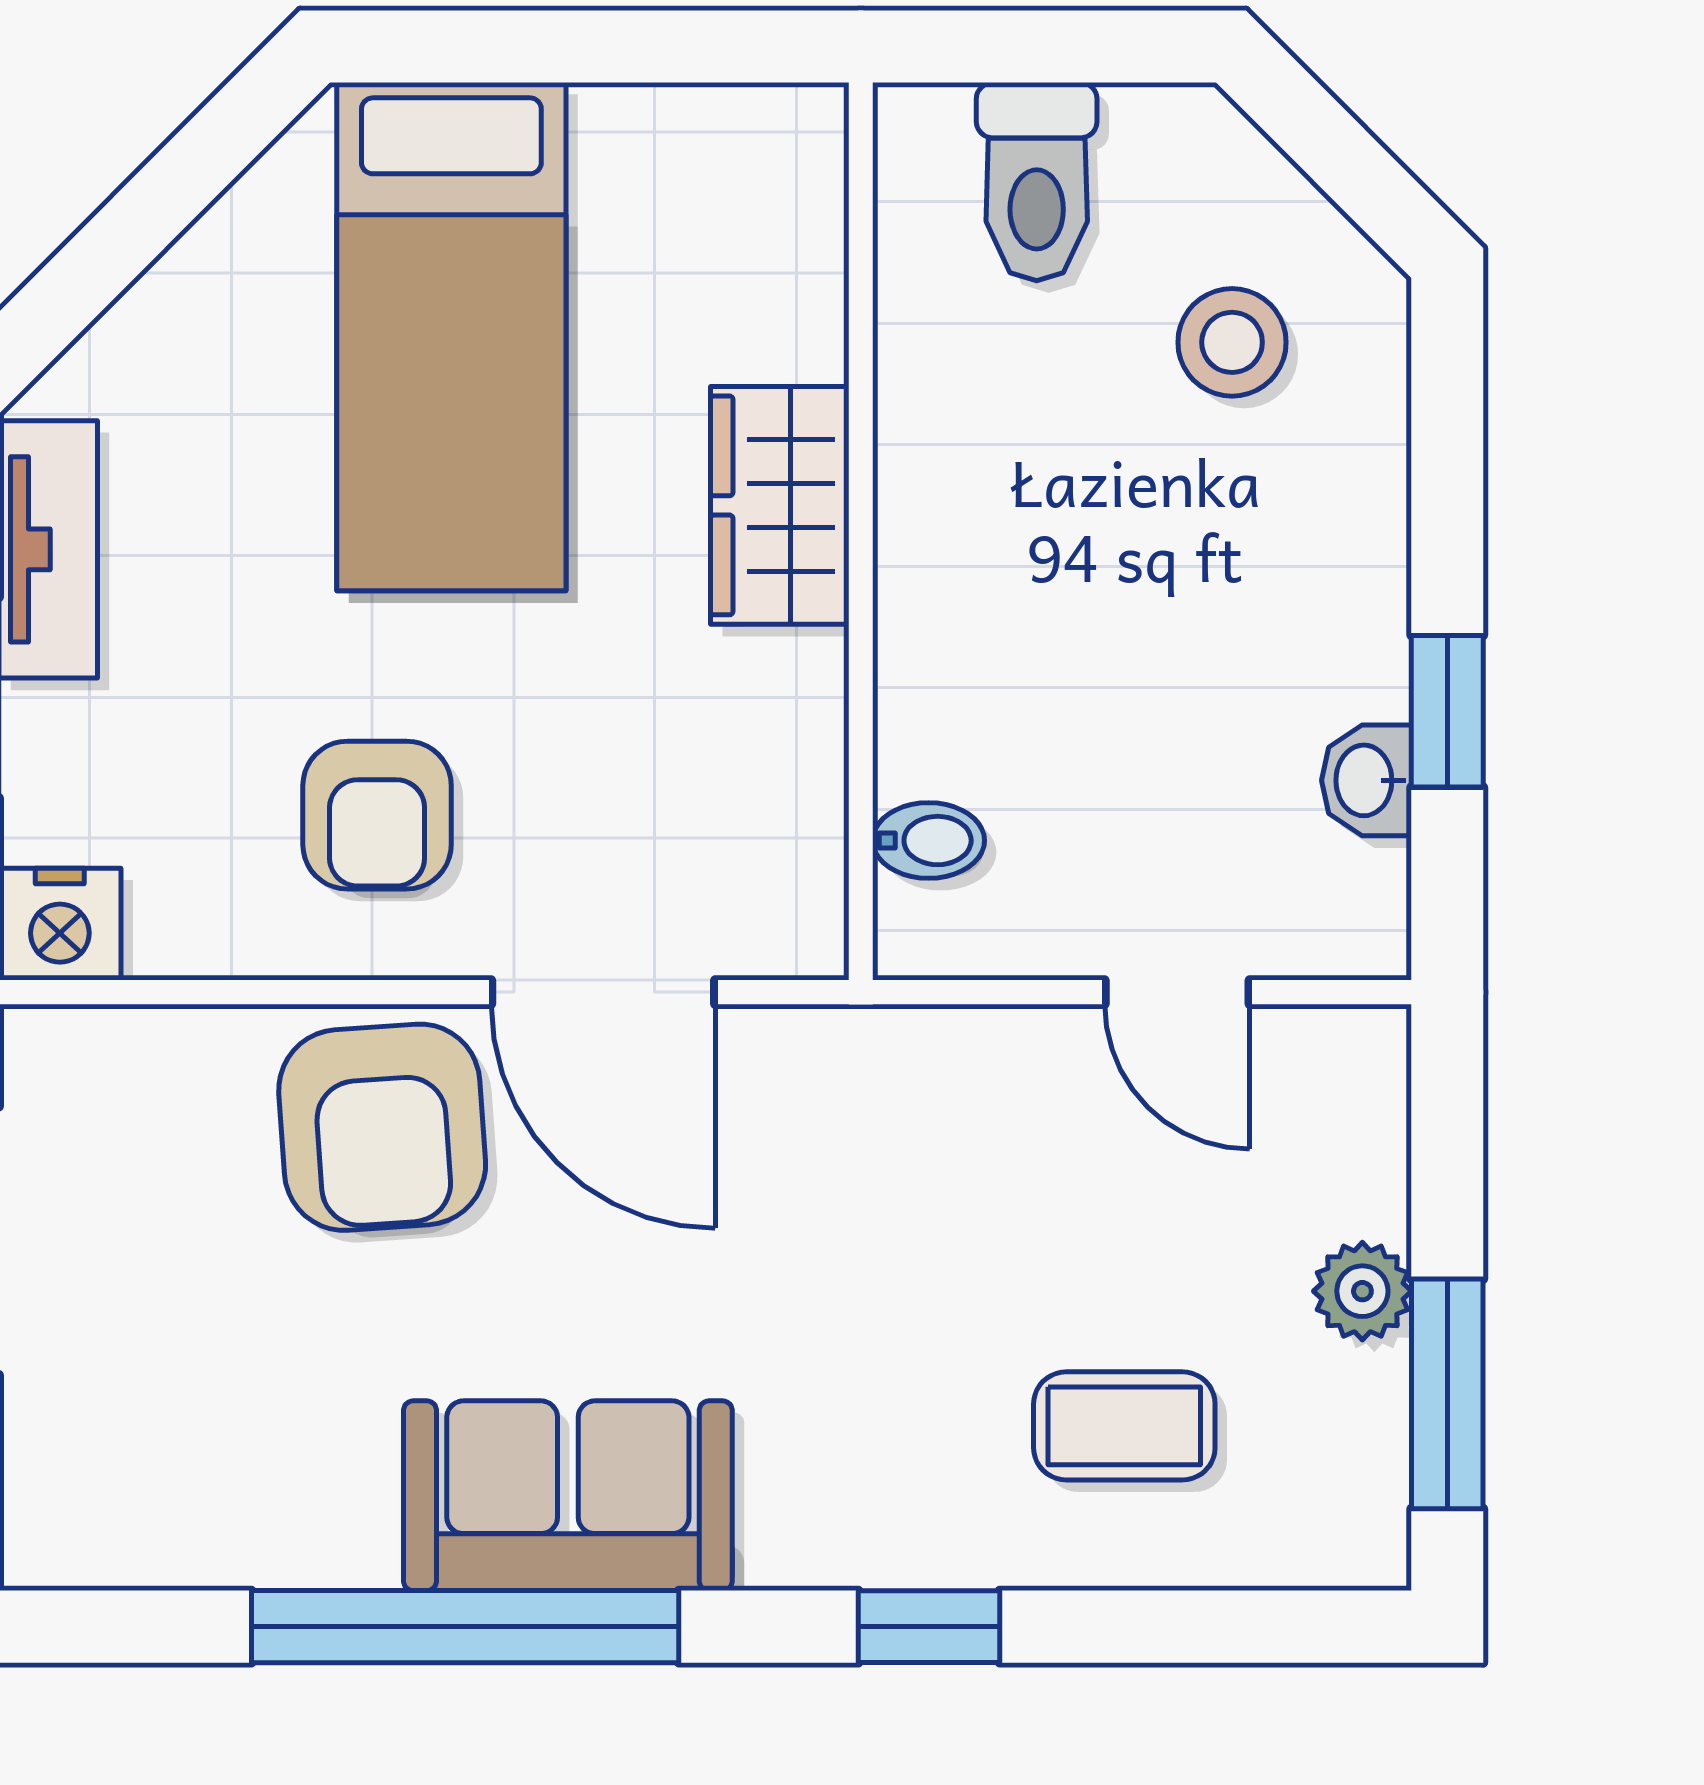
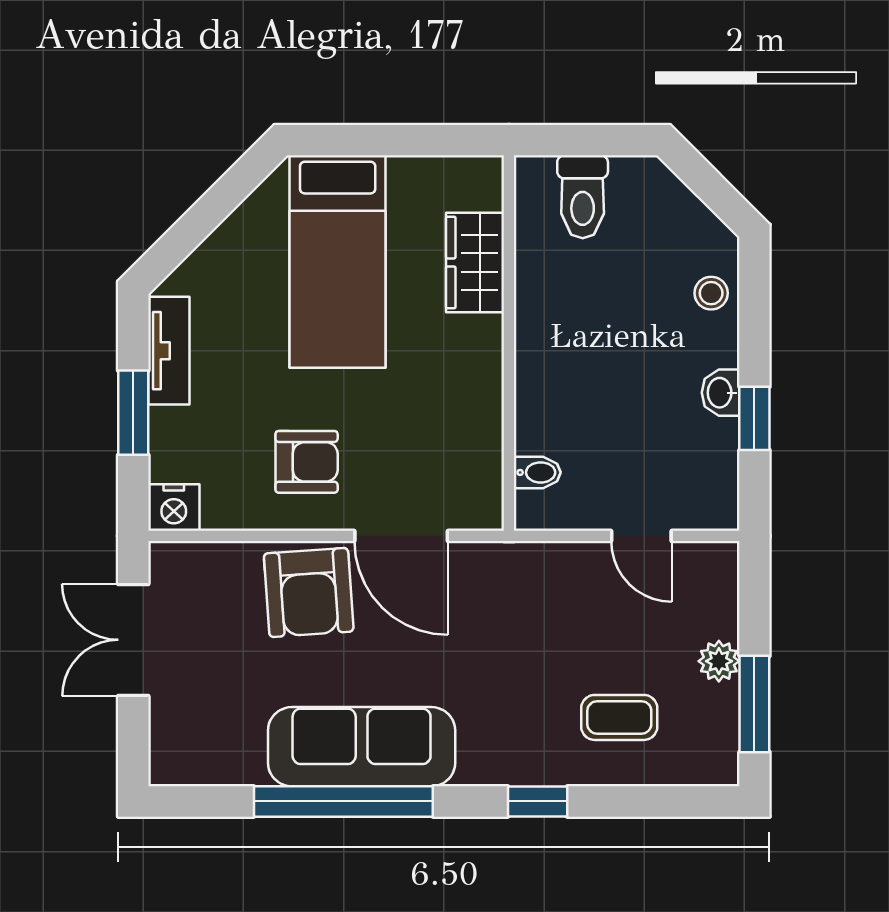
stool: (1232, 342) -> (711, 293), moved, width x0.73, depth x0.73
wardrobe: (780, 505) -> (475, 262), moved
washbasin: (1367, 780) -> (721, 393), moved
armchair: (377, 815) -> (307, 462), turned -90
sofa: (568, 1496) -> (362, 747), width x1.36

